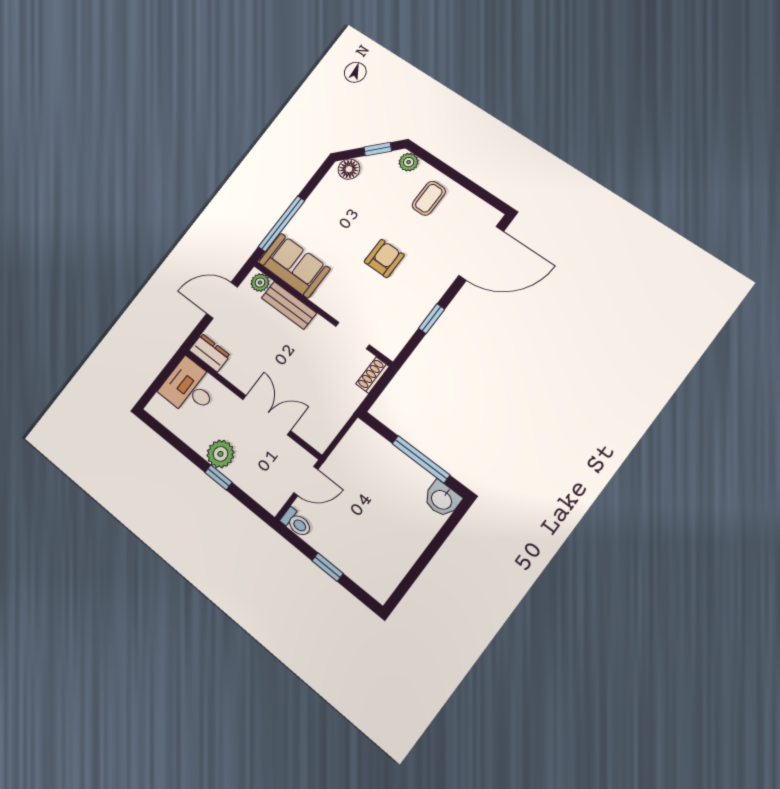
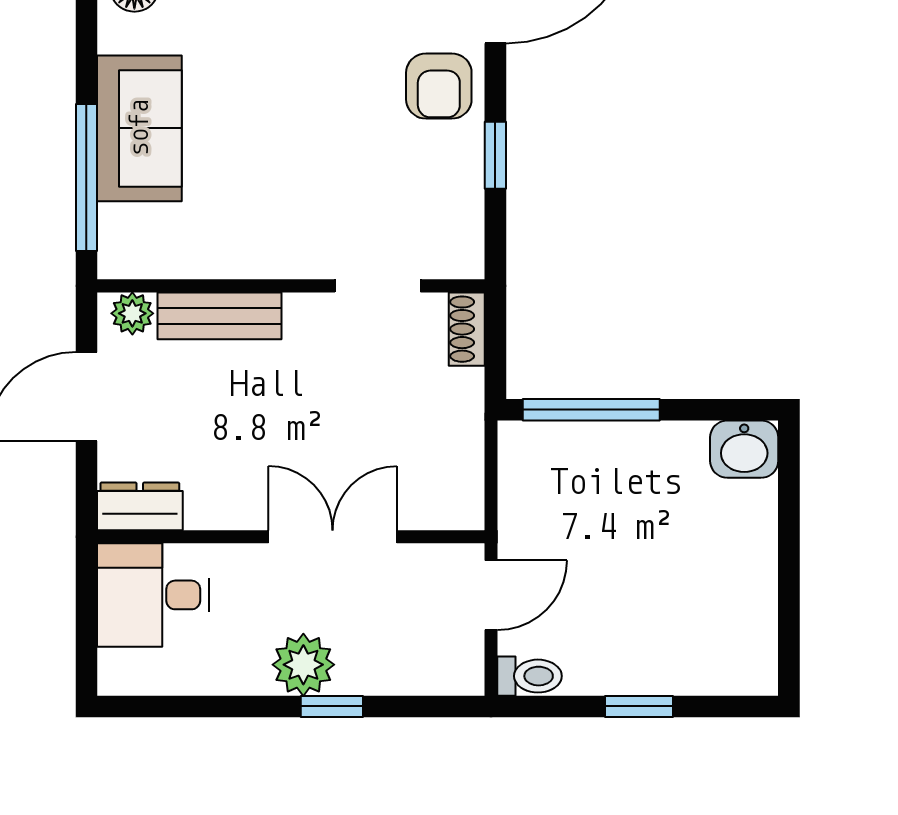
armchair: (384, 258) -> (439, 86), moved, turned 180
sofa: (294, 266) -> (139, 128), moved, turned 90
window: (421, 459) -> (591, 410), moved

